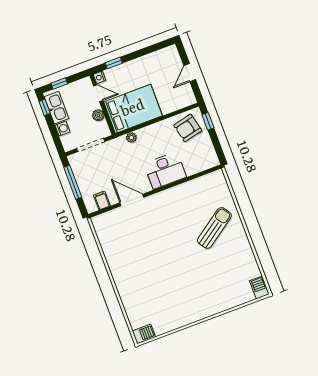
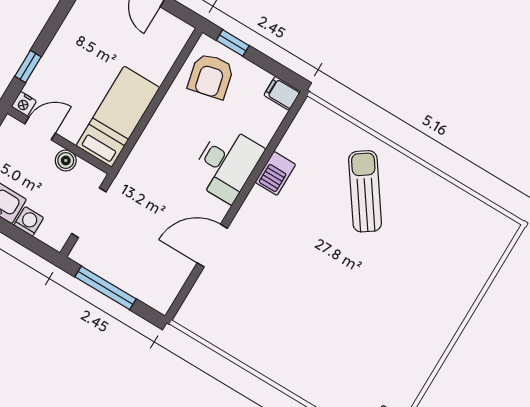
bed: (133, 109) -> (118, 117), width x0.67
plant: (131, 137) -> (140, 155), removed
filing cabinet: (102, 200) -> (282, 93), moved
barbecue: (259, 287) -> (275, 173), moved, turned -90

